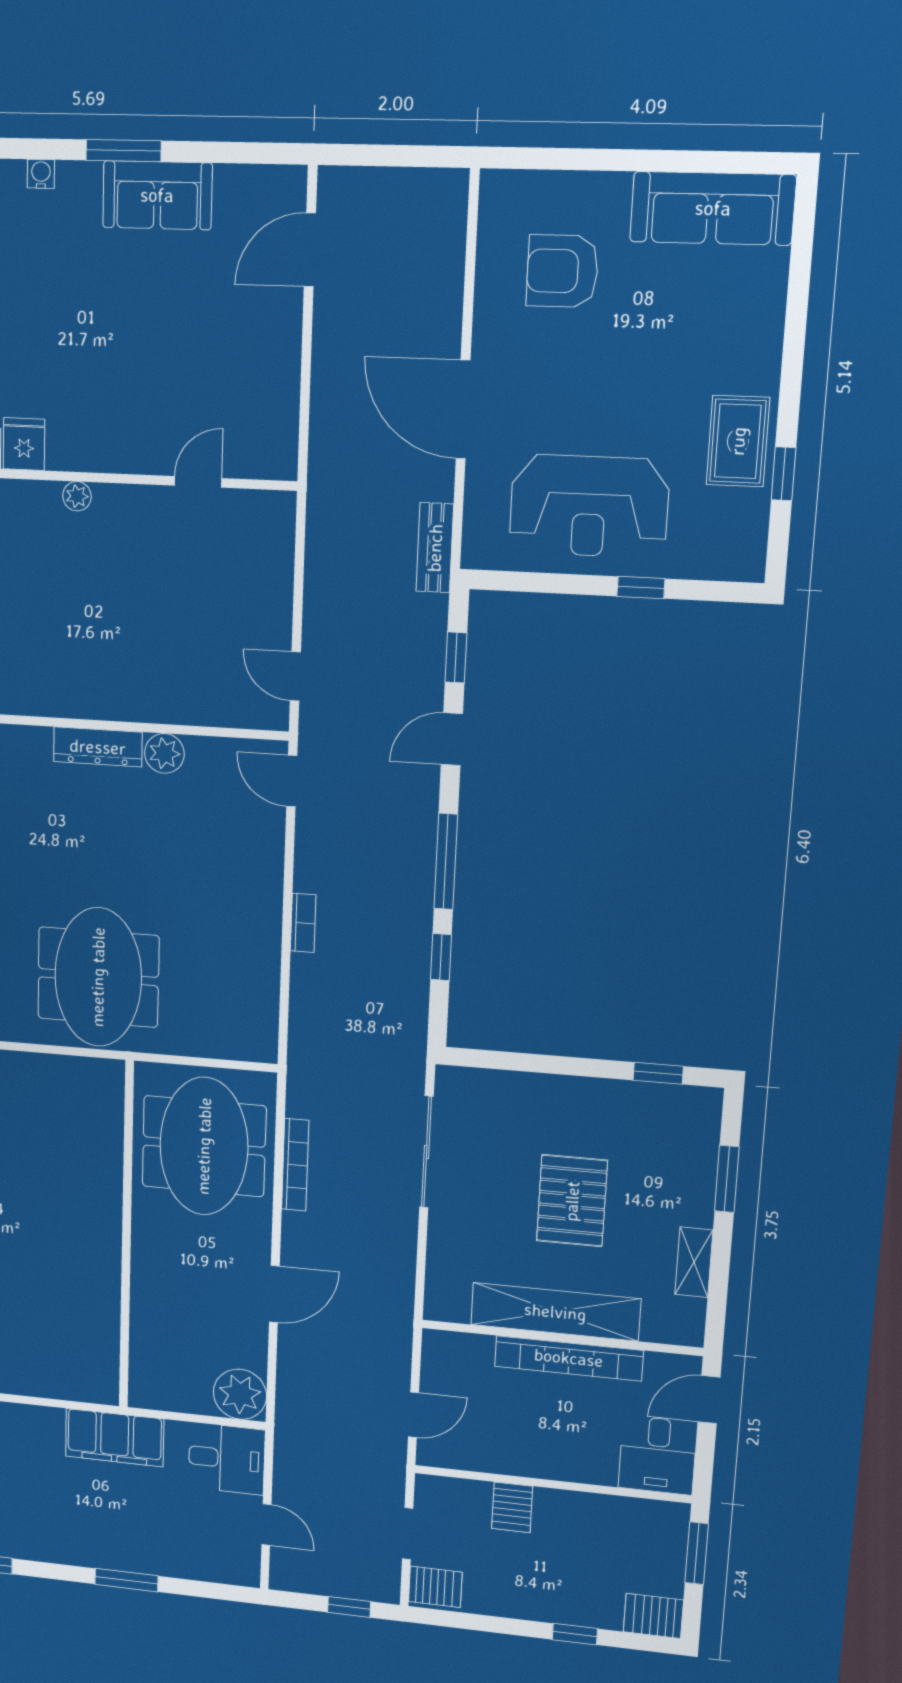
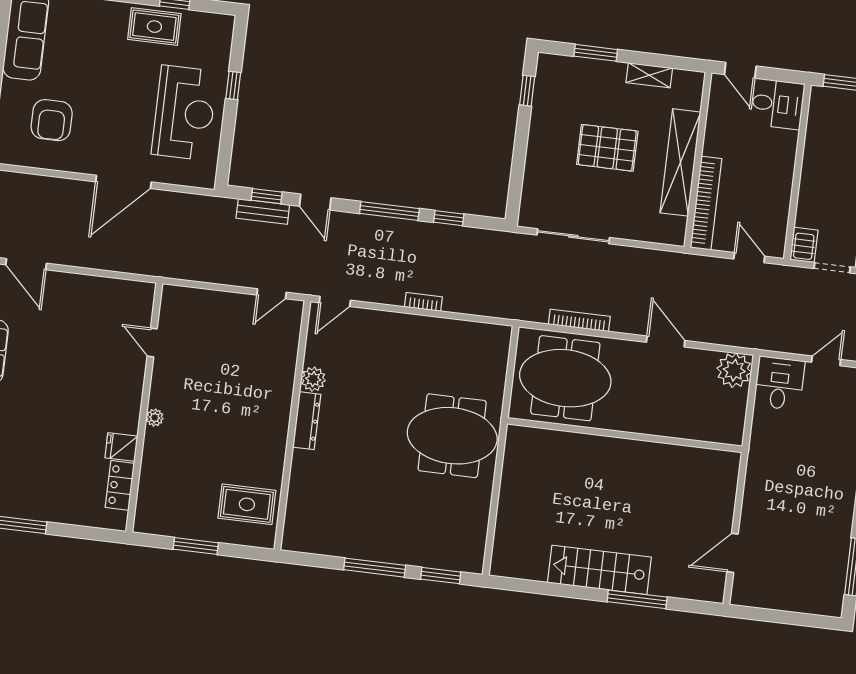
bench: (435, 548) -> (263, 212), moved
bookcase: (569, 1358) -> (706, 203), moved
filing cabinet: (115, 1438) -> (764, 458), removed
server rack: (512, 1507) -> (804, 245), moved, turned -90

